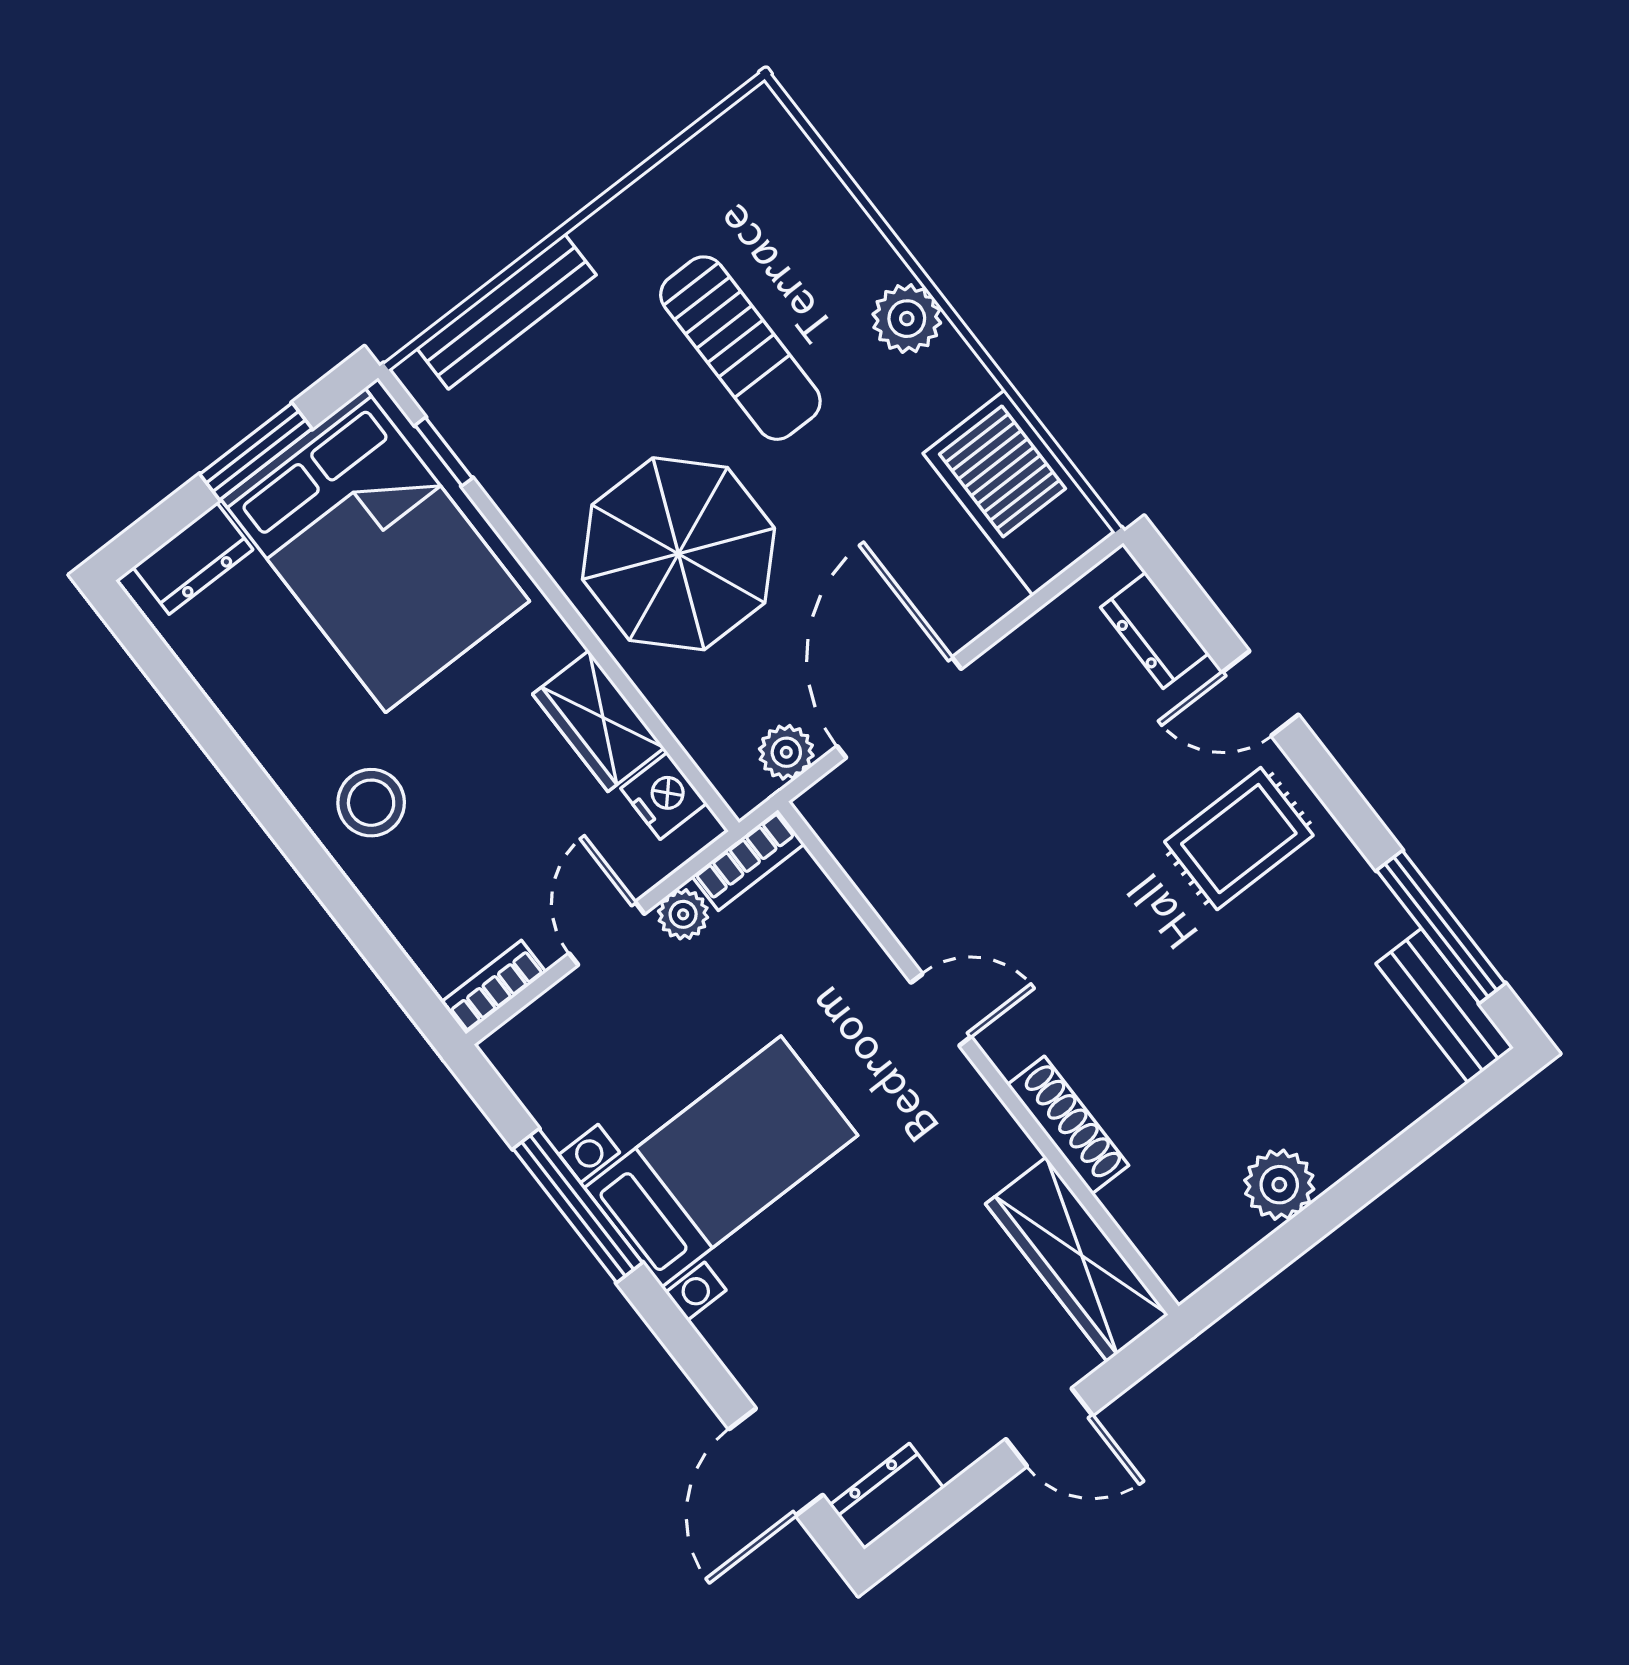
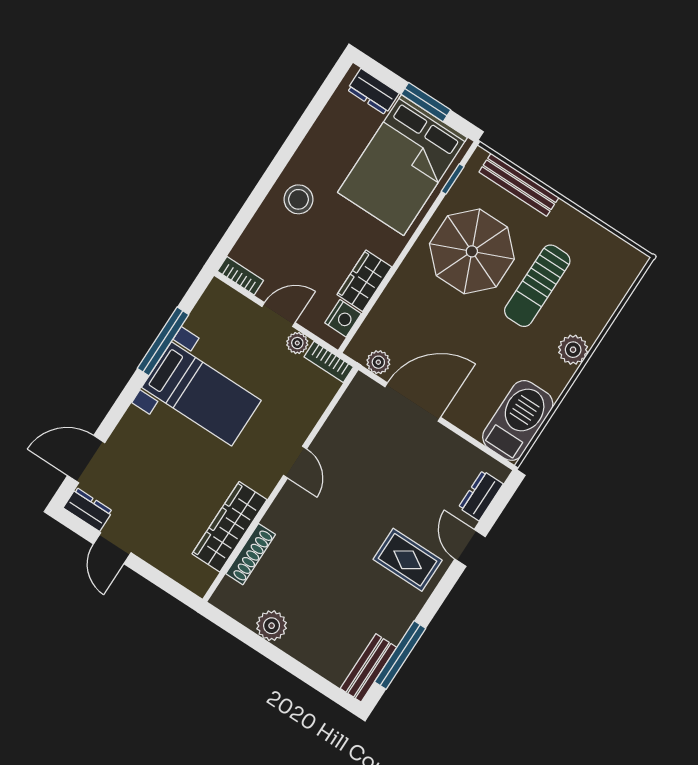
parasol: (678, 554) -> (472, 251), moved
shoe rack: (1068, 1125) -> (251, 554), moved
wardrobe: (1077, 1259) -> (229, 527), moved
door: (1049, 1427) -> (112, 548), moved

